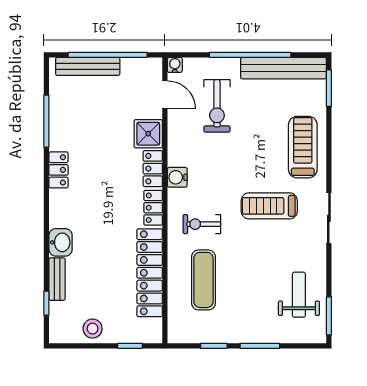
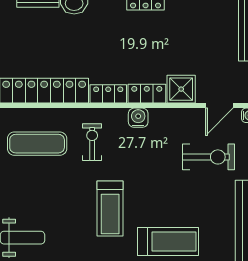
exercise bike: (217, 106) -> (209, 157), turned 180
treadmill: (269, 206) -> (110, 208), turned 180

